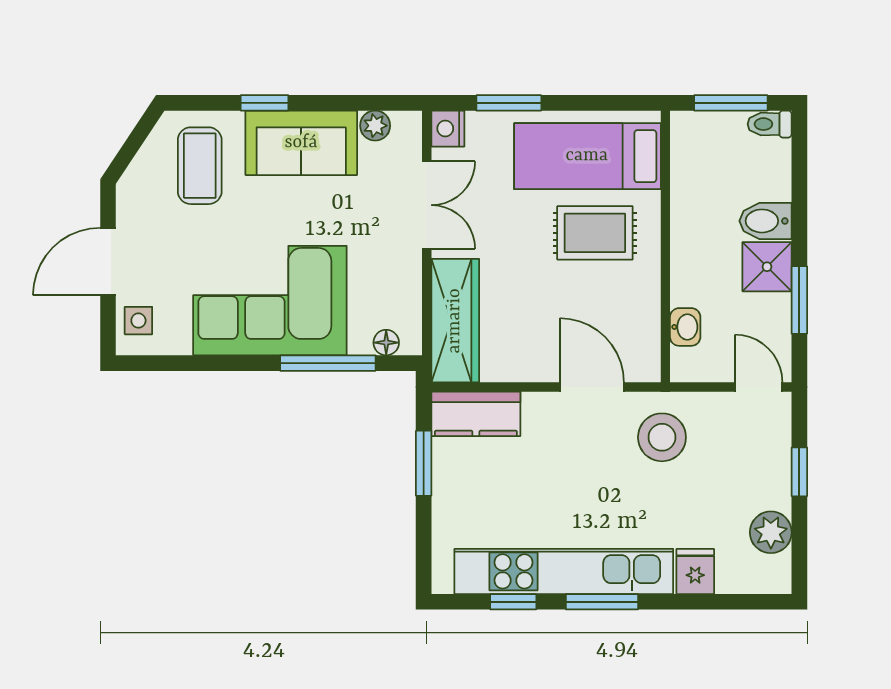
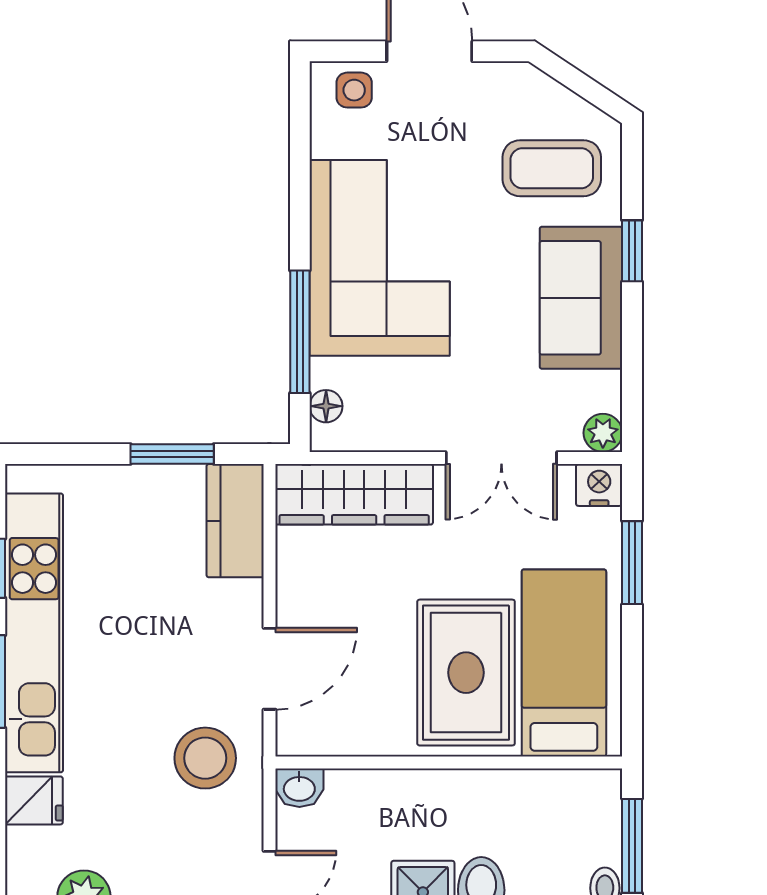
plant: (375, 126) -> (603, 433), moved
rug: (595, 233) -> (466, 673), width x1.36, depth x1.43
washbasin: (685, 327) -> (299, 788), moved

